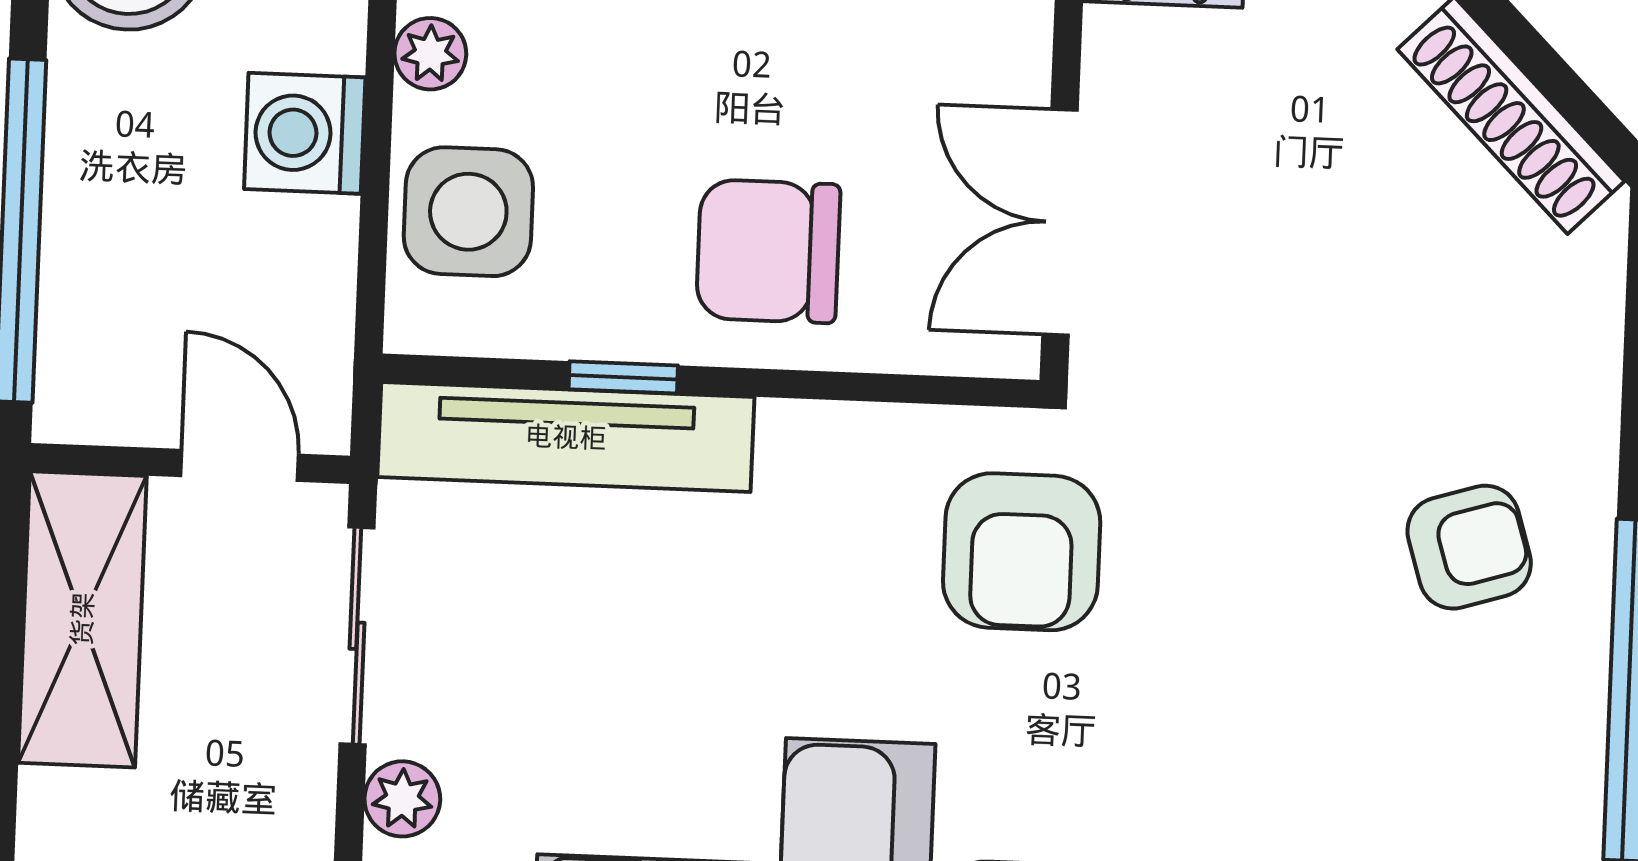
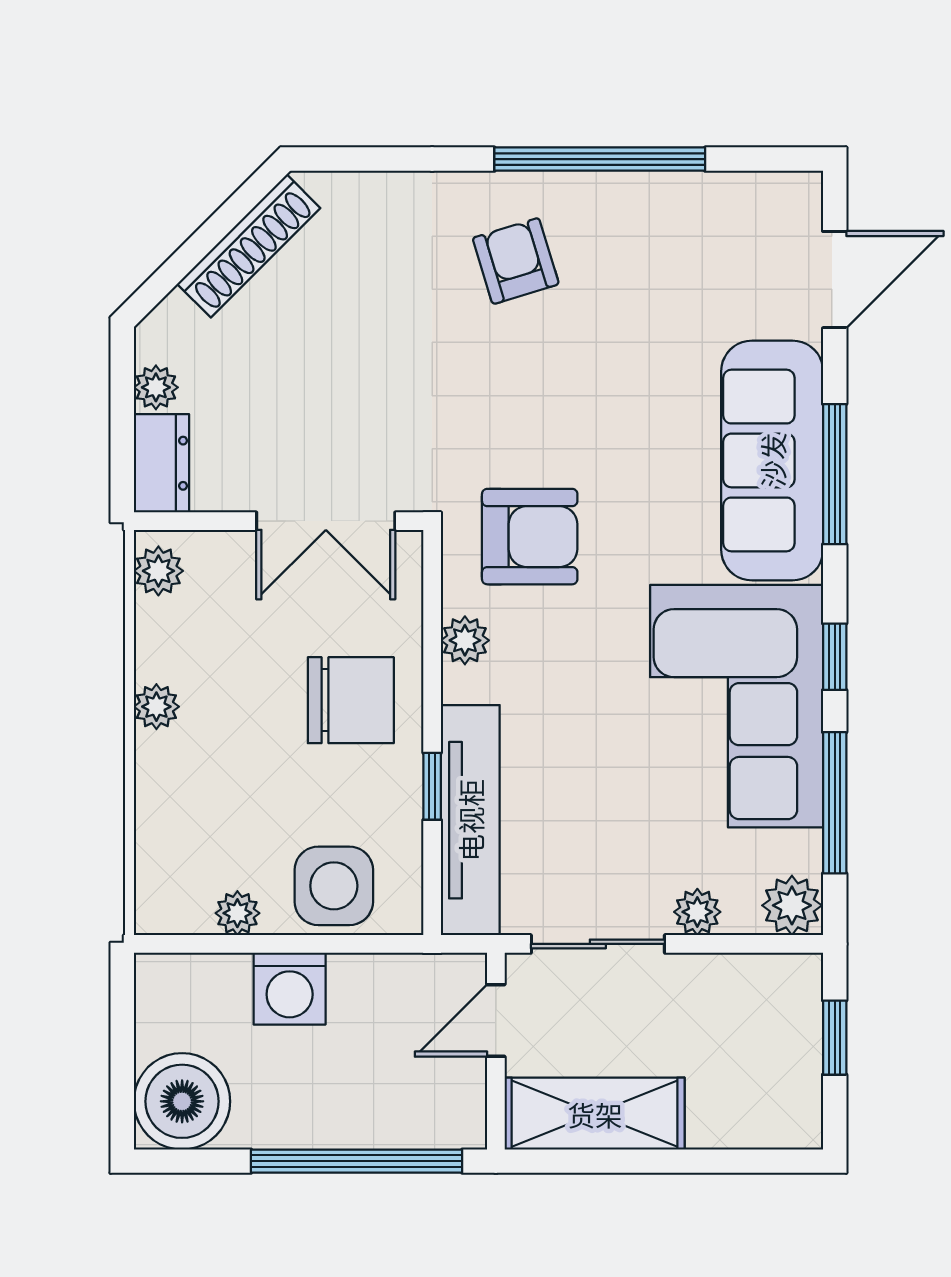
chair: (768, 251) -> (351, 700), turned -90
plant: (858, 440) -> (465, 640), added

